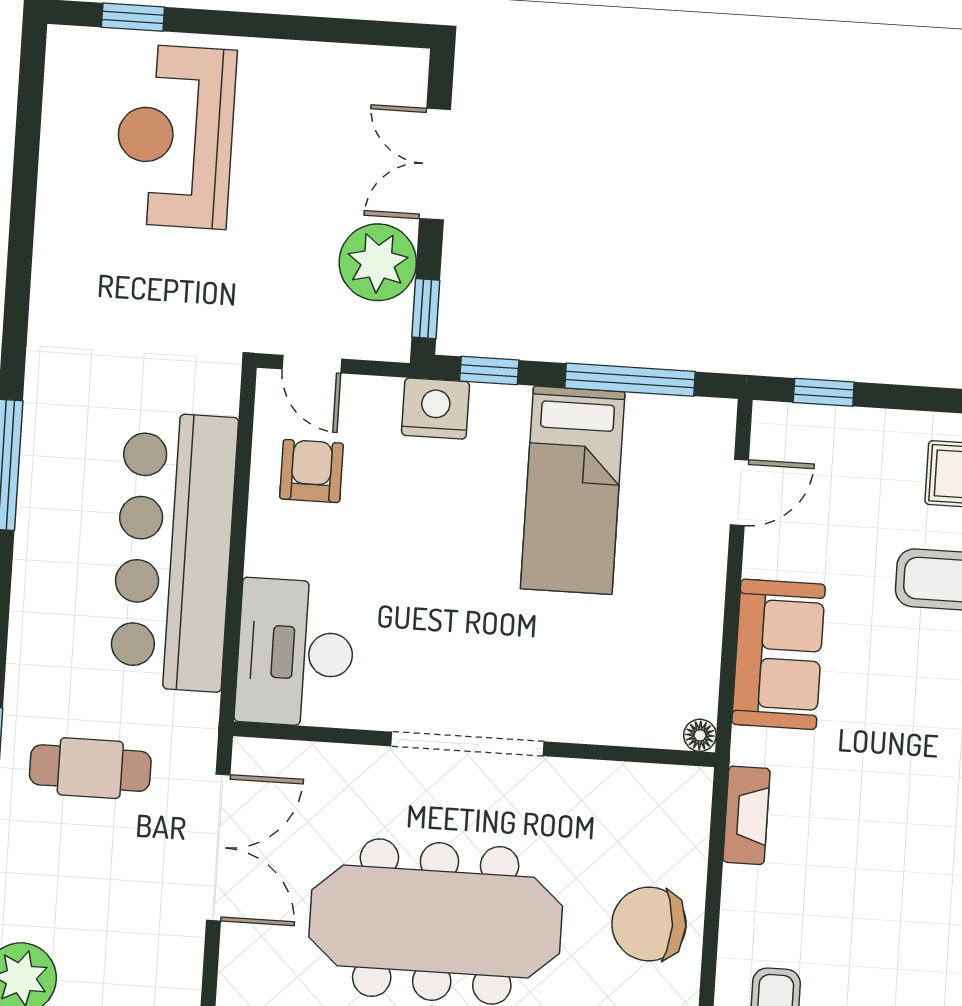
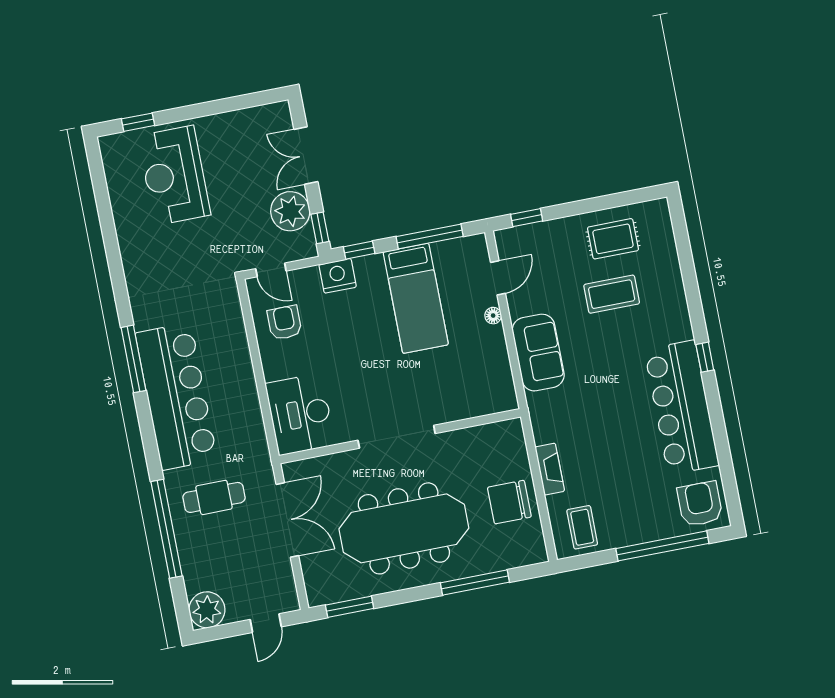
bar counter: (174, 551) -> (176, 396), moved, turned 180
floor lamp: (700, 735) -> (493, 316), moved
fireplace: (746, 815) -> (550, 469), moved

